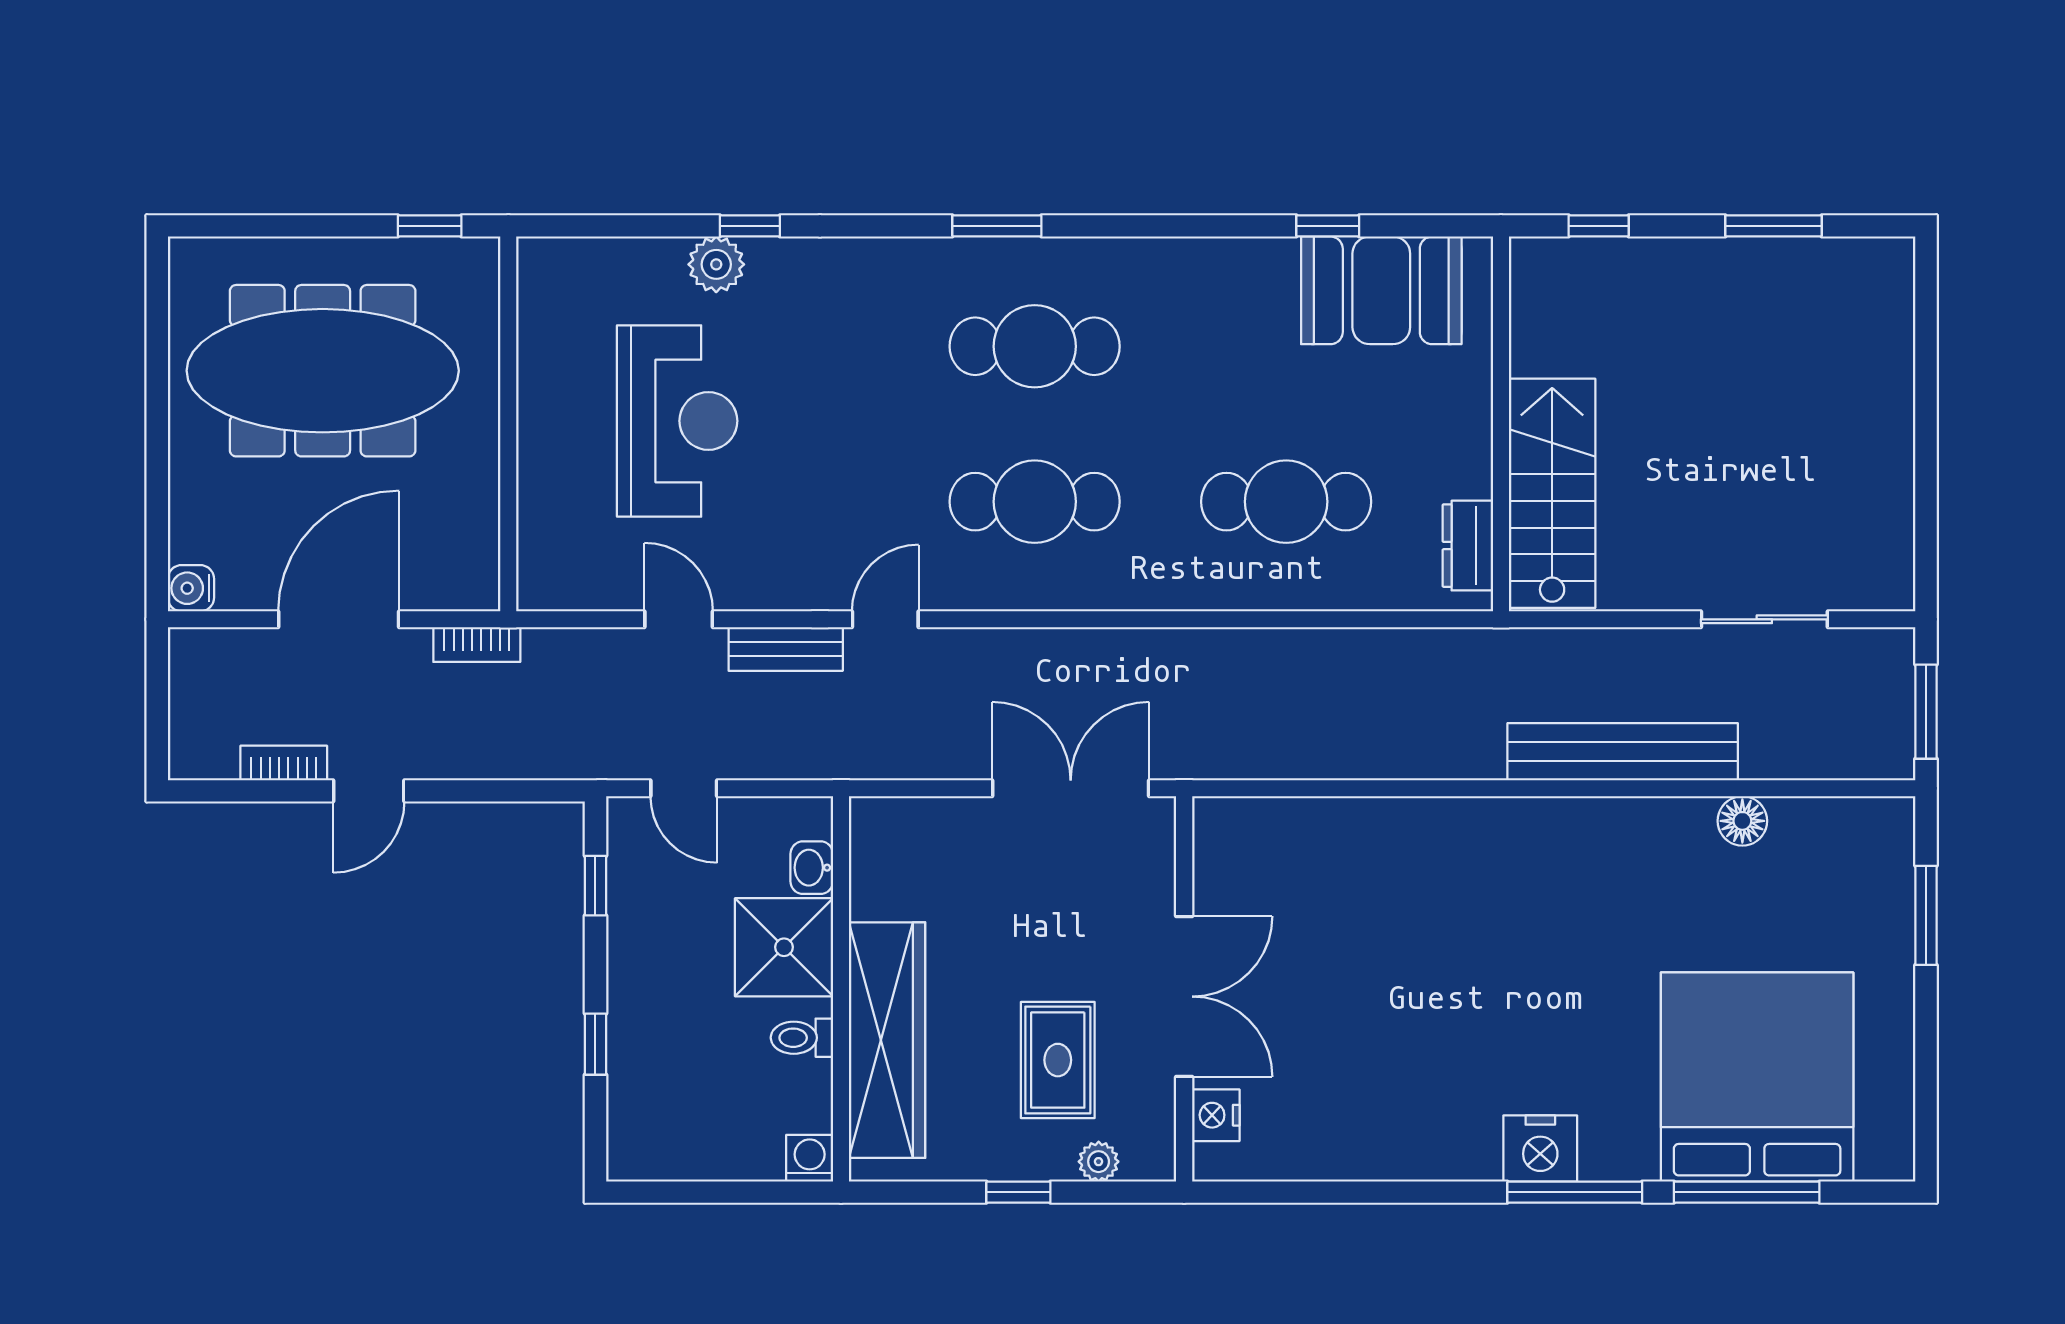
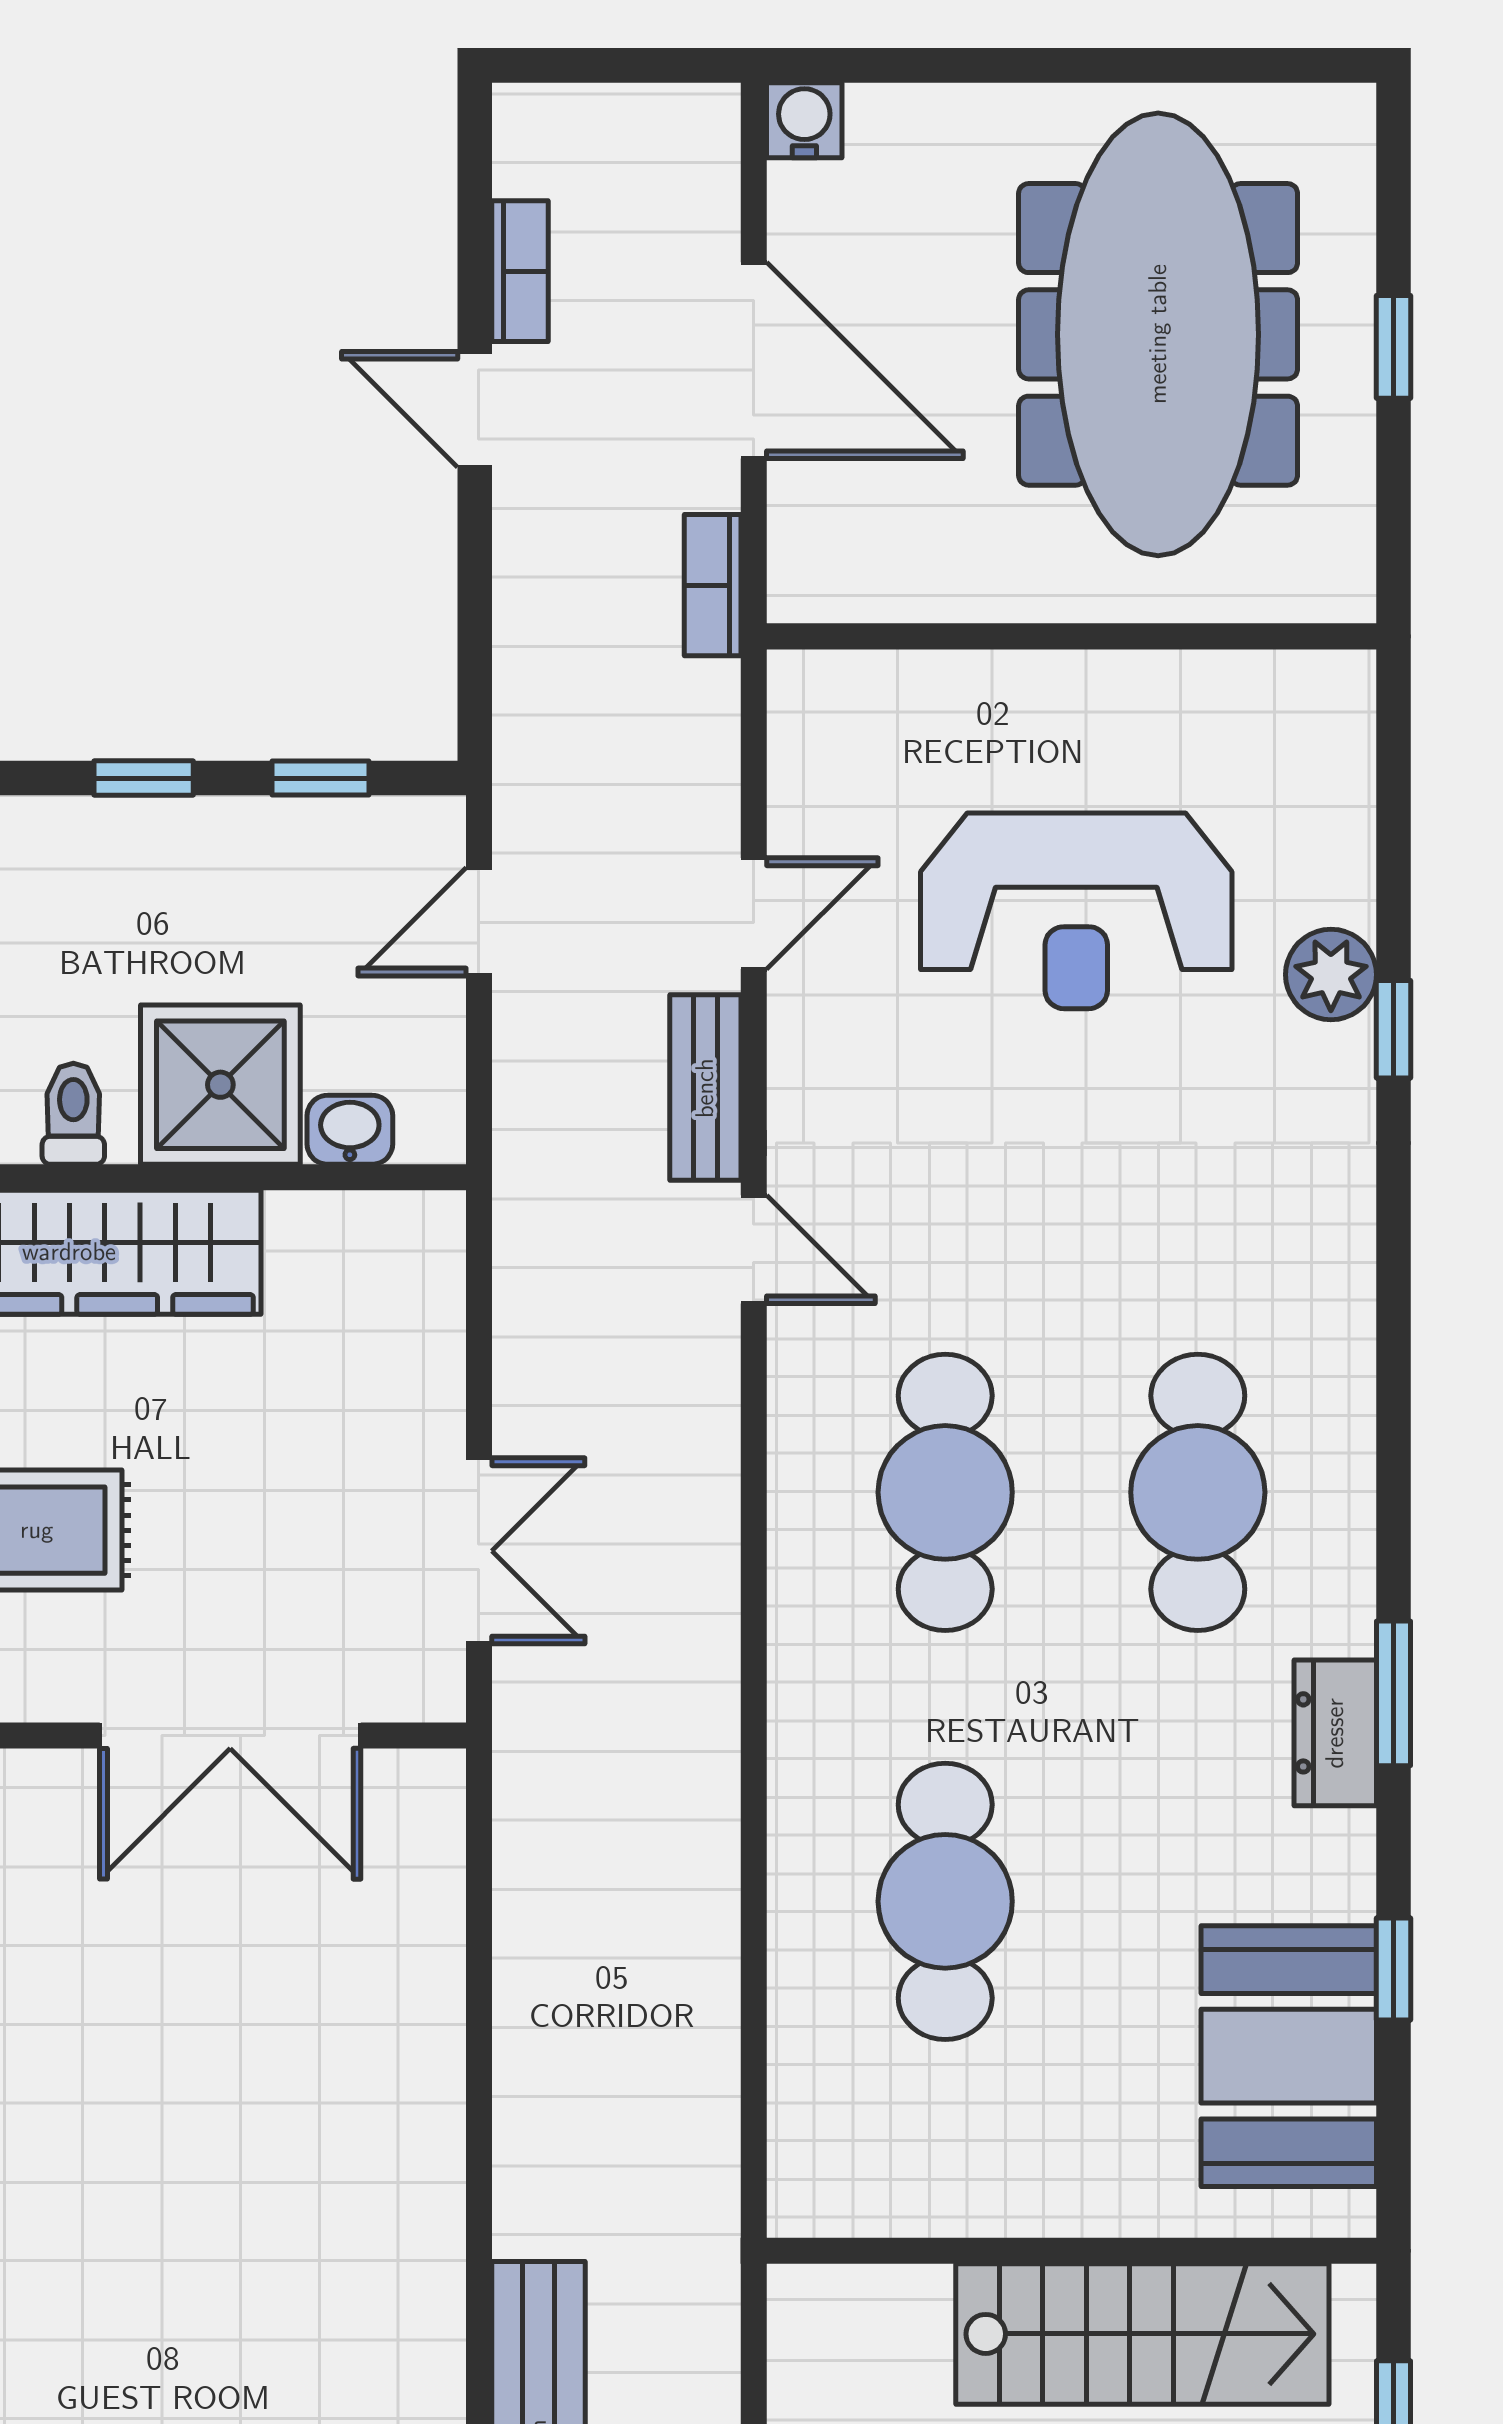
window: (430, 226) -> (1394, 347), moved
window: (997, 226) -> (1394, 1693), moved
stairs: (1552, 493) -> (1142, 2334), moved
dresser: (1468, 546) -> (1335, 1733), moved, turned -90
double door: (1071, 788) -> (479, 1551), width x0.73
double door: (1184, 997) -> (230, 1736), moved
window: (595, 1044) -> (144, 778), moved

